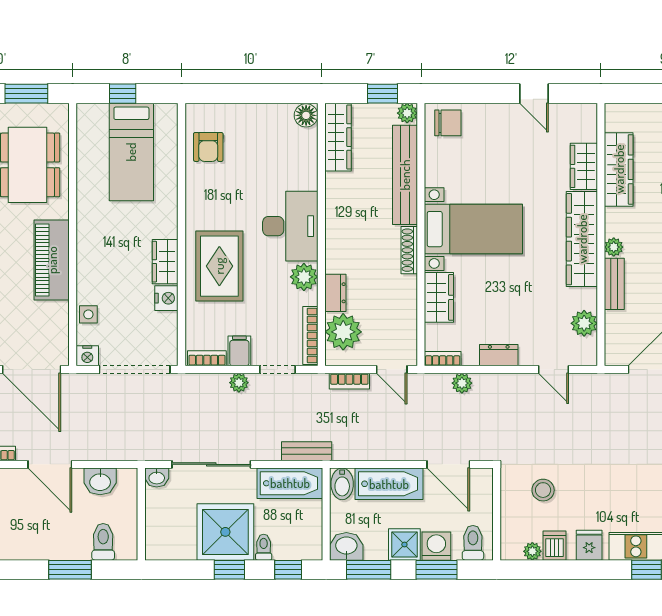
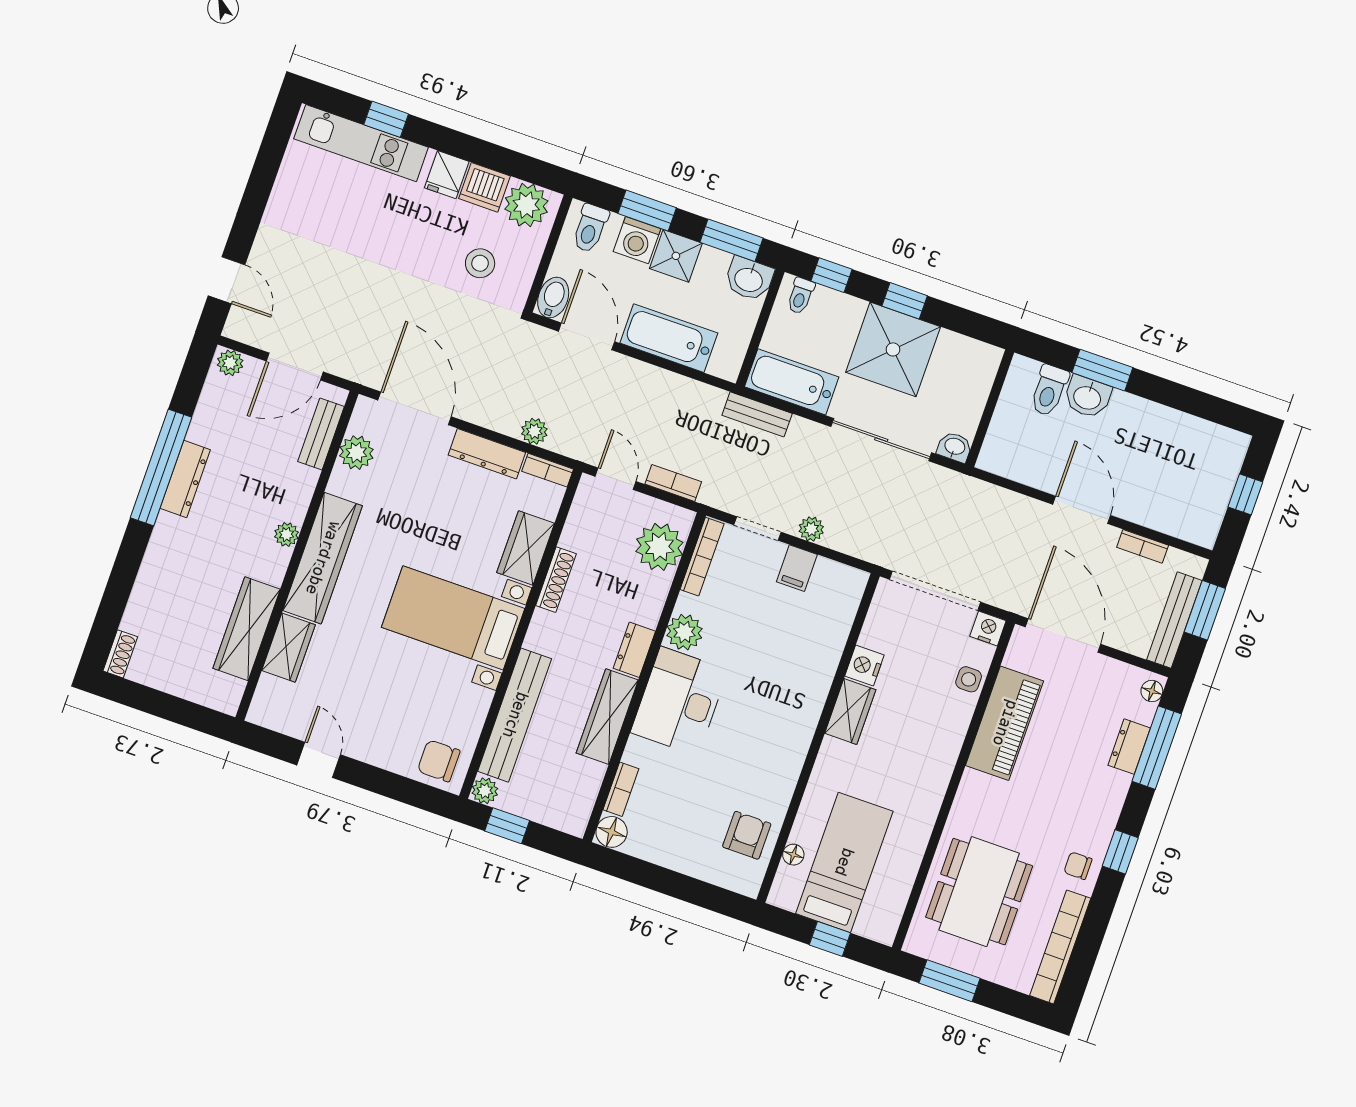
wardrobe: (338, 137) -> (607, 717), moved
floor lamp: (170, 145) -> (793, 855), added
shoe rack: (409, 250) -> (556, 580), moved
piano: (52, 260) -> (1005, 723), moved
rug: (219, 266) -> (785, 682), removed
bench: (614, 284) -> (321, 434), moved
dresser: (335, 293) -> (634, 650), moved
dresser: (499, 355) -> (487, 454), width x1.44
bookcase: (207, 358) -> (621, 789), moved, turned -90
door: (554, 370) -> (415, 408), width x1.87
washbasin: (100, 481) -> (1087, 397), moved, turned 180
bidet: (342, 484) -> (553, 297), moved
dishwasher: (555, 546) -> (485, 187), width x1.38
toilet: (264, 547) -> (800, 296), moved
plant: (532, 551) -> (526, 205), width x1.87, depth x1.87

